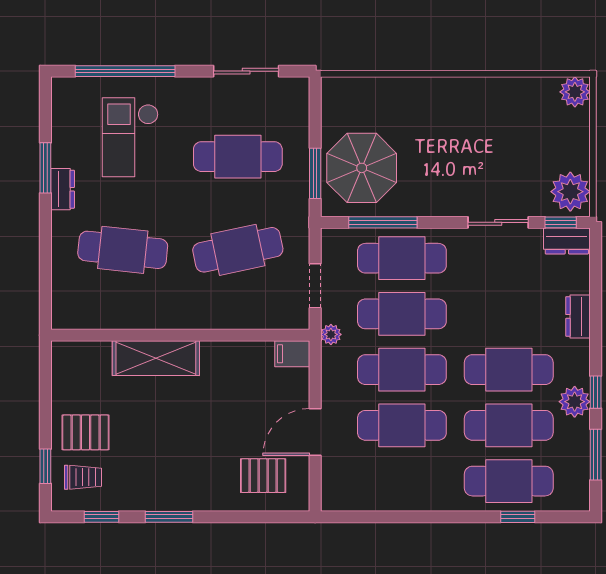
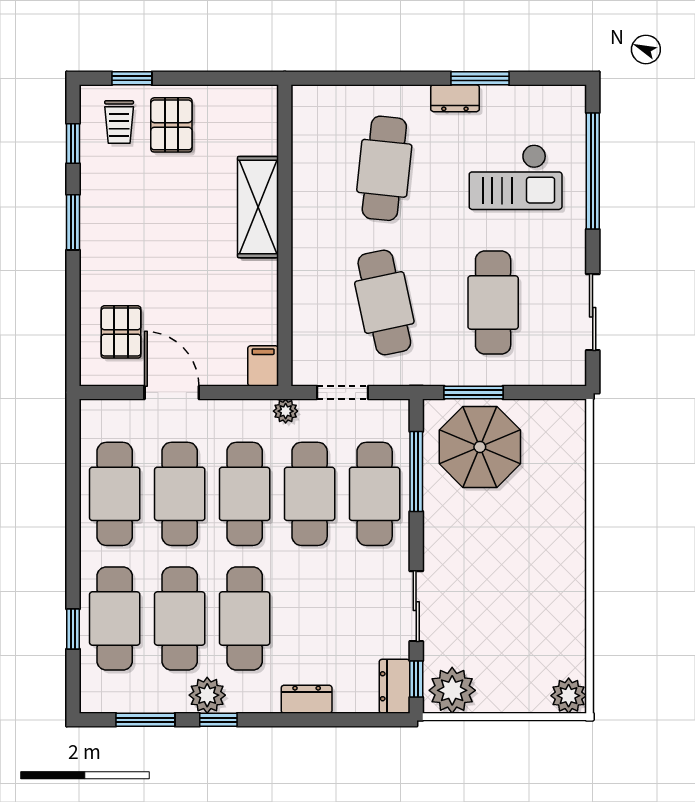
checkout: (130, 137) -> (516, 177), turned 180
cafe table: (402, 481) -> (115, 494), added

